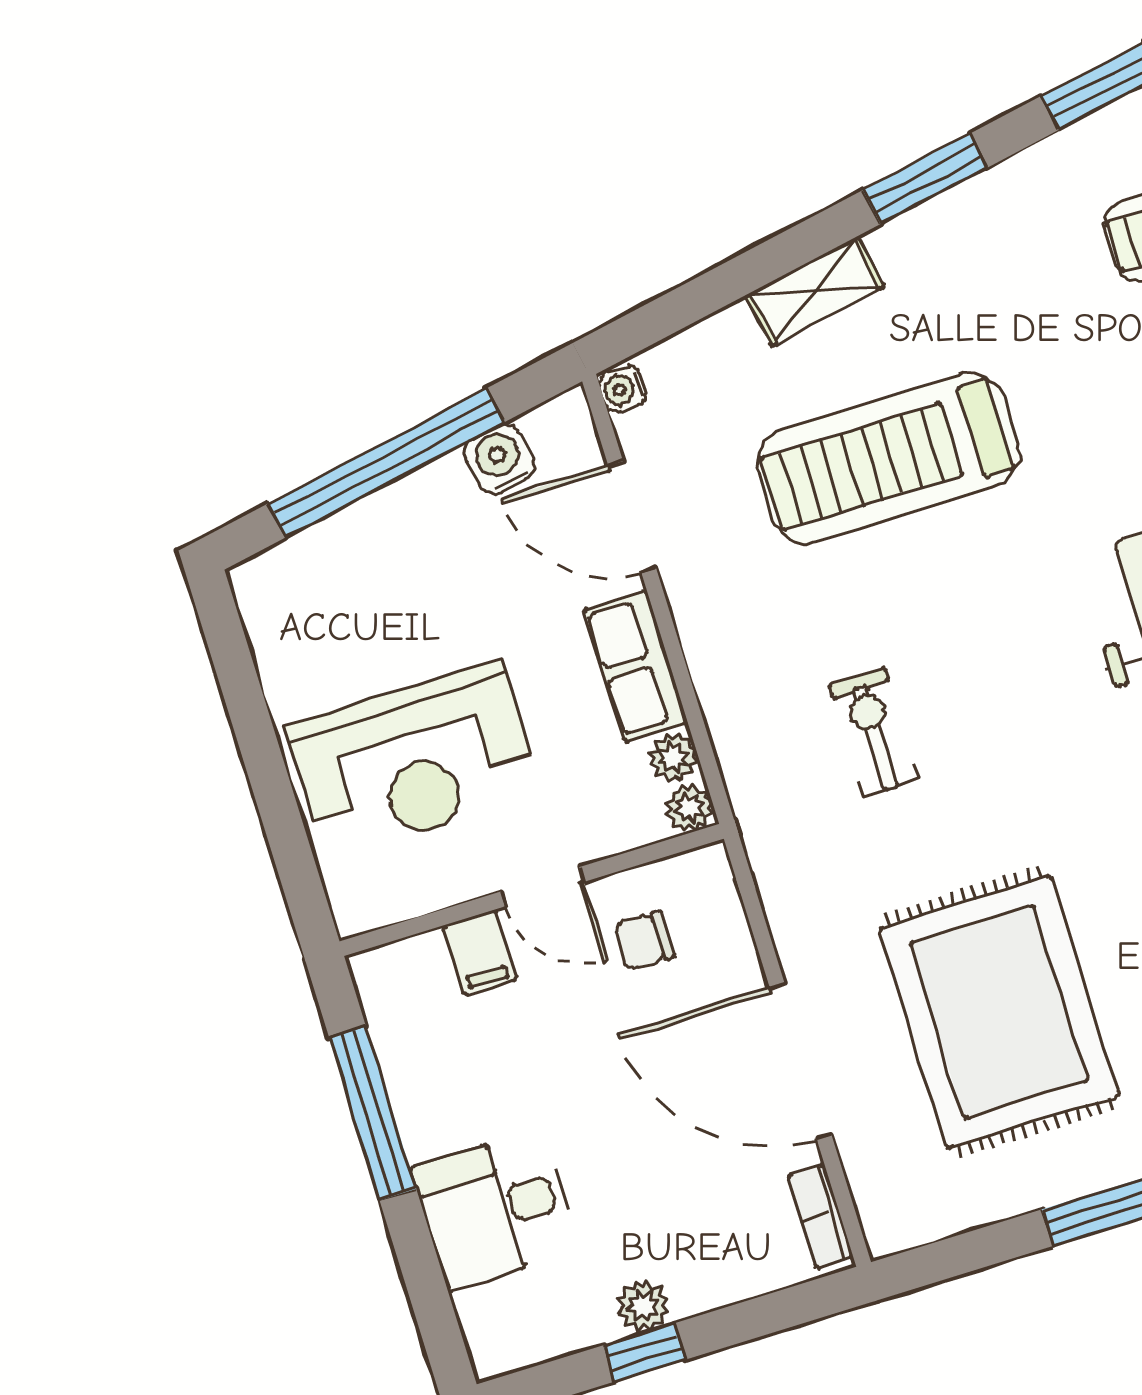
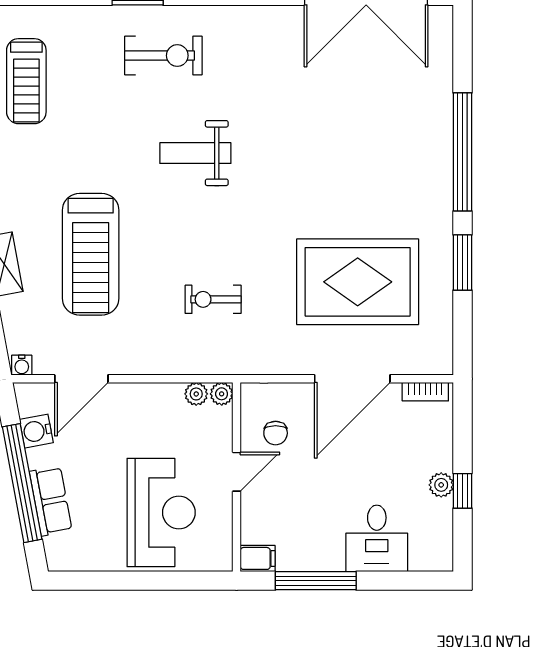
row of seats: (635, 666) -> (51, 501), moved, turned -101
filing cabinet: (480, 952) -> (258, 558), moved

